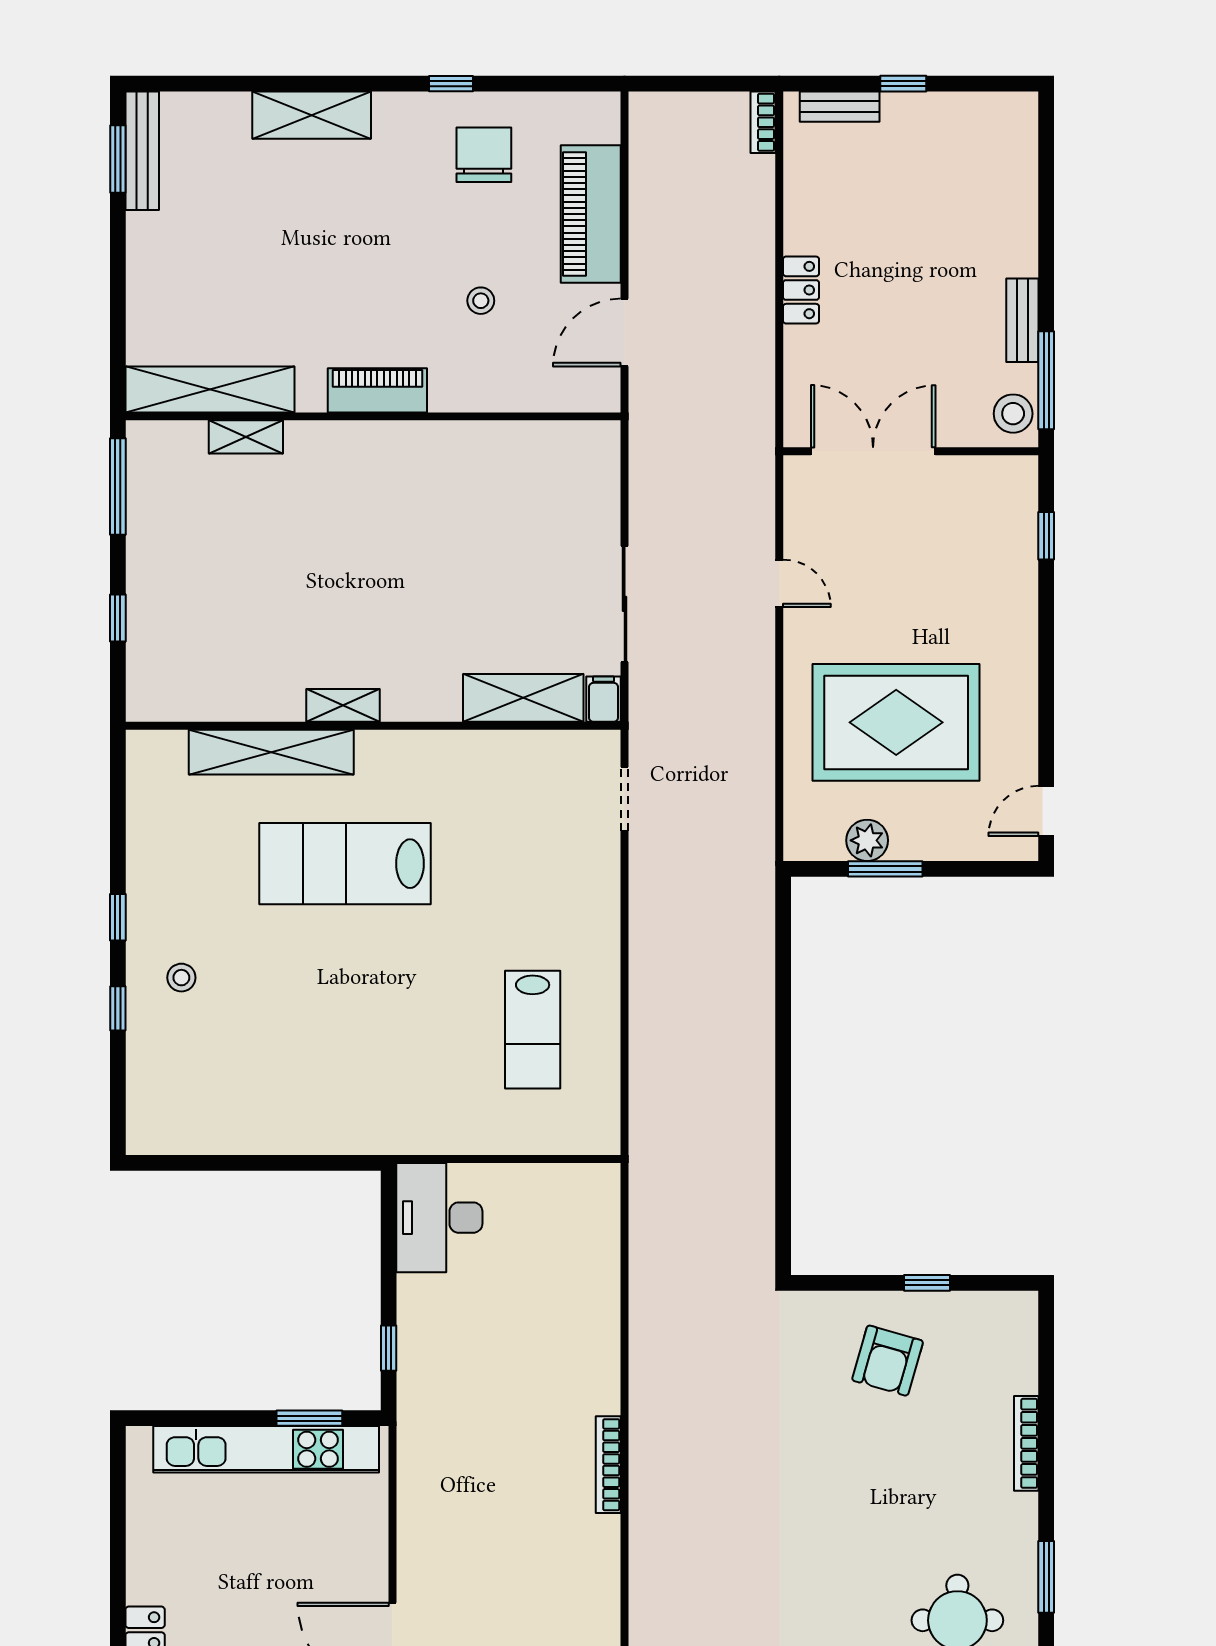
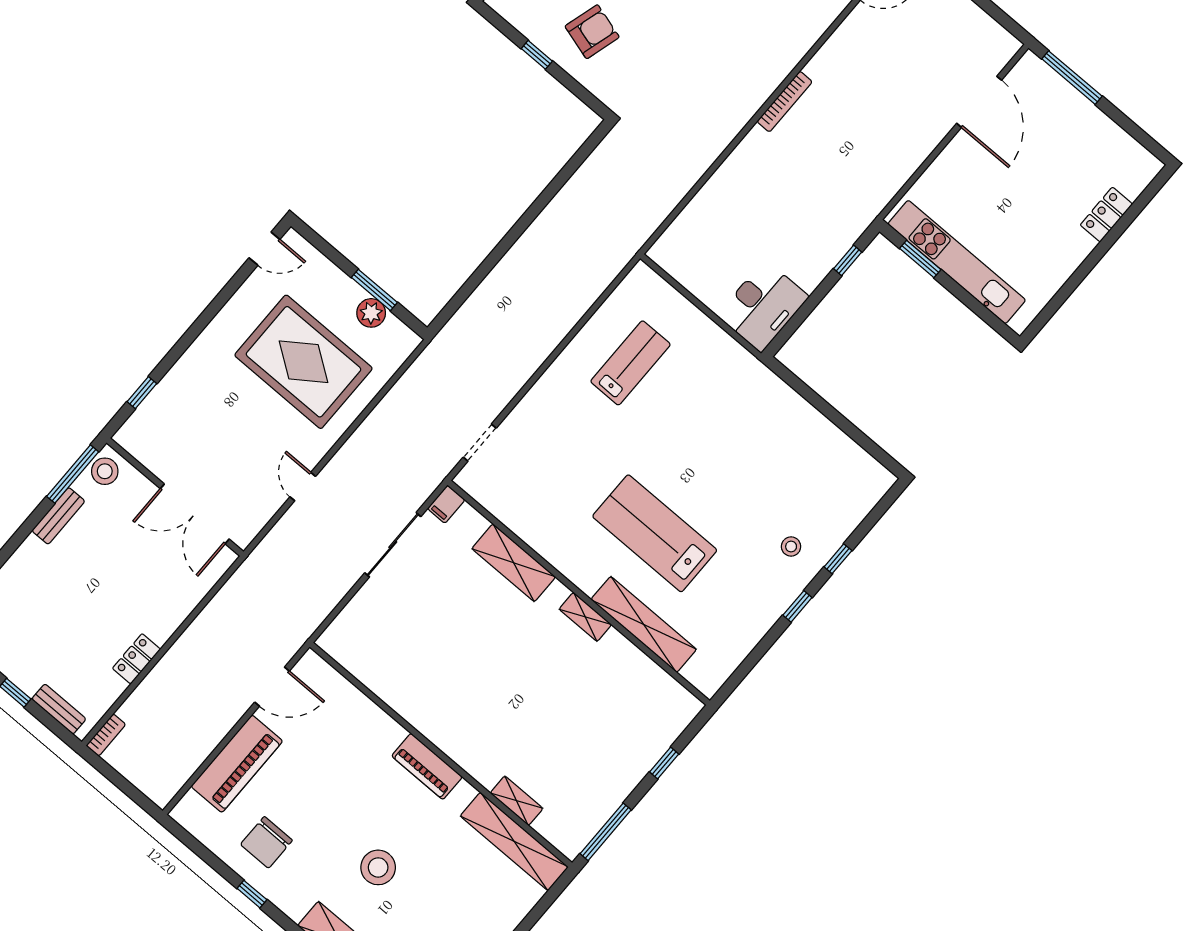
locker: (801, 290) -> (136, 659), moved
stool: (481, 301) -> (378, 867), moved, width x1.89, depth x1.89
shelving: (523, 698) -> (514, 563), moved
lab bench: (345, 864) -> (655, 533), turned 180

